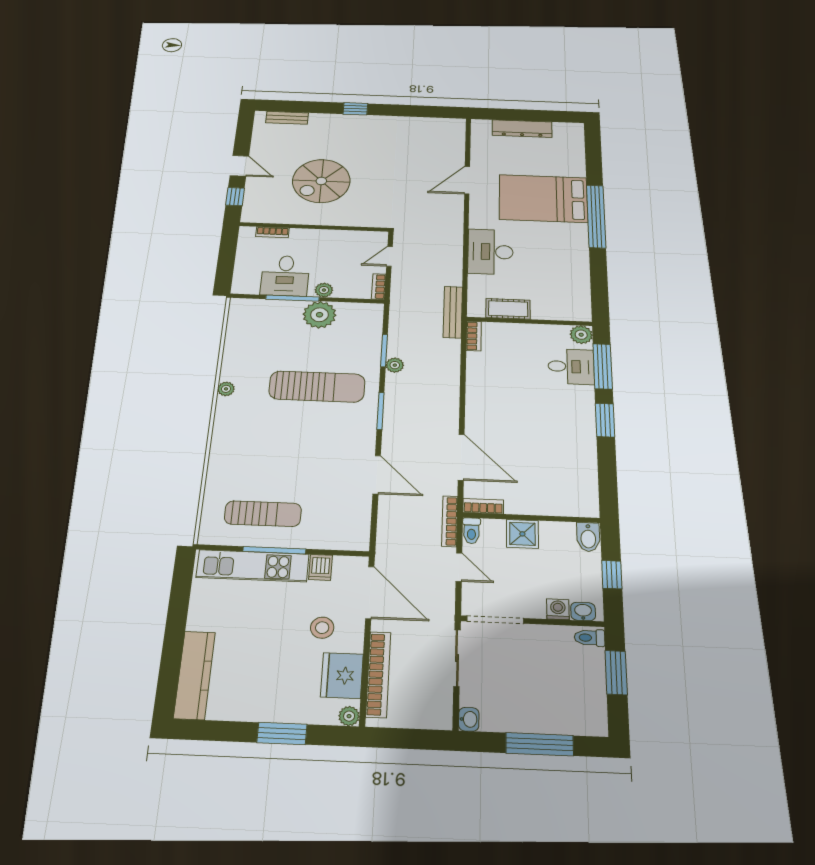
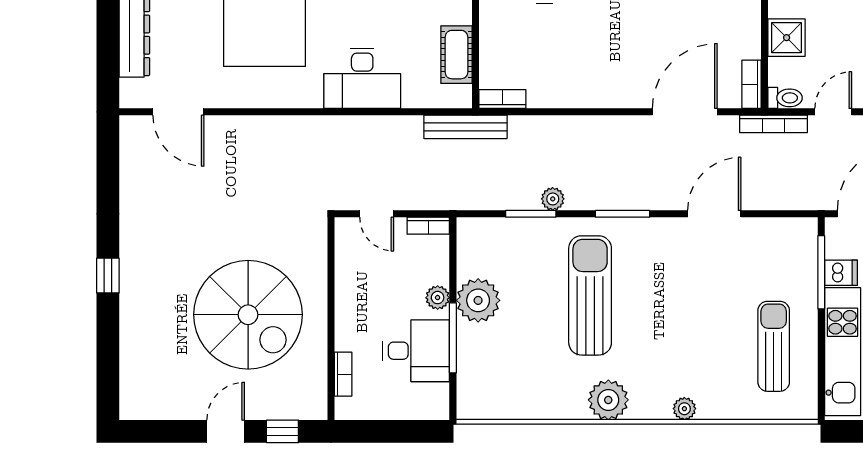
bench: (287, 118) -> (131, 373), removed
door: (467, 180) -> (178, 112), moved
spiral stairs: (321, 181) -> (248, 315), width x1.37, depth x1.37
plant: (226, 389) -> (608, 400), width x1.88, depth x1.88
plant: (219, 447) -> (684, 409), added
window: (274, 550) -> (821, 272), moved

